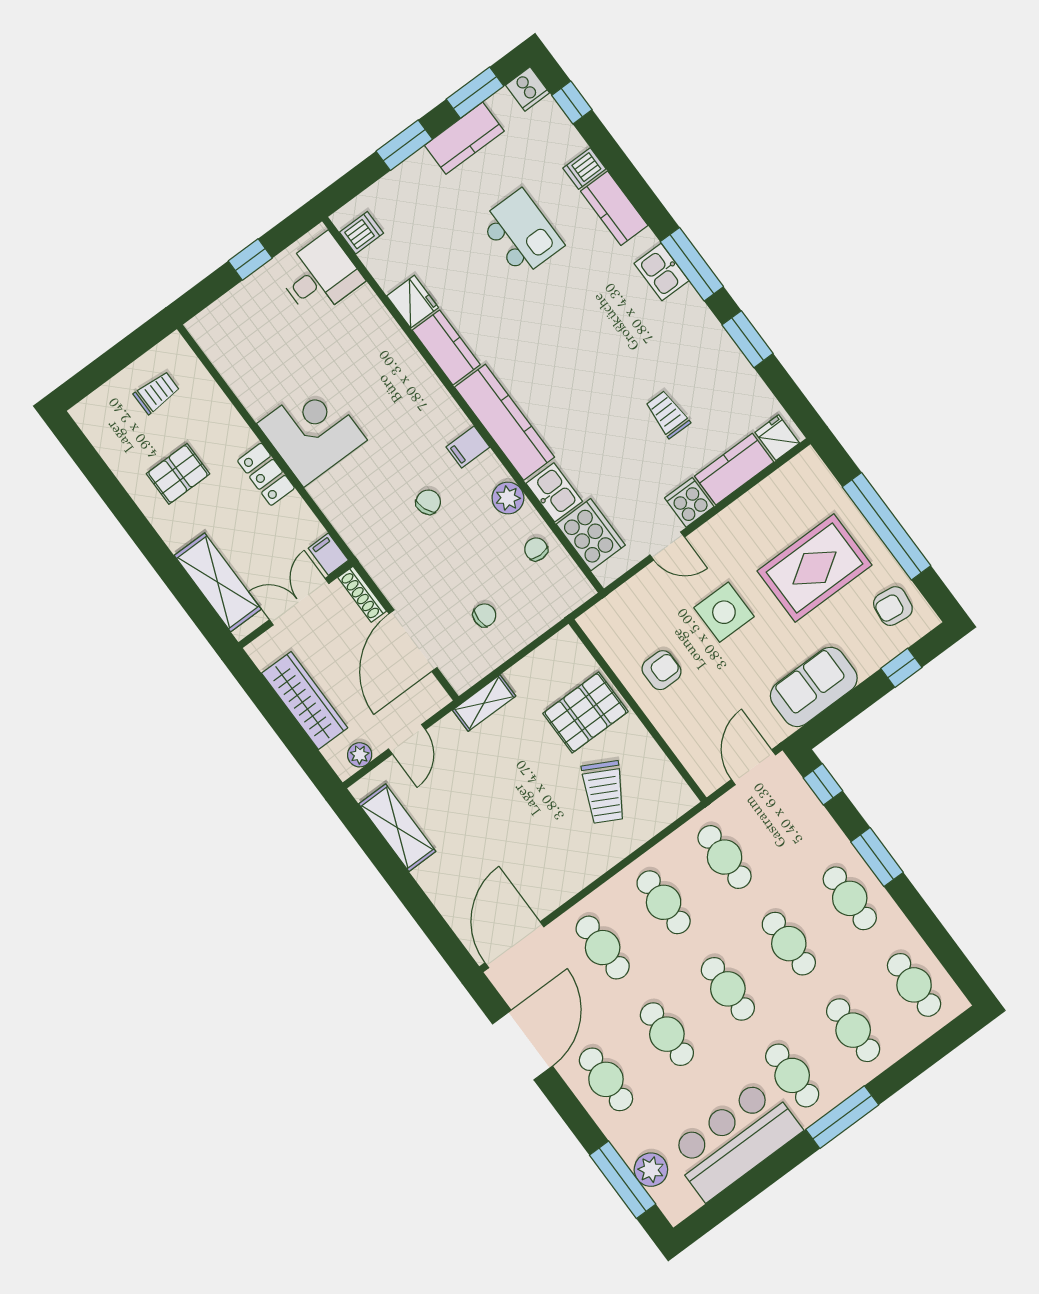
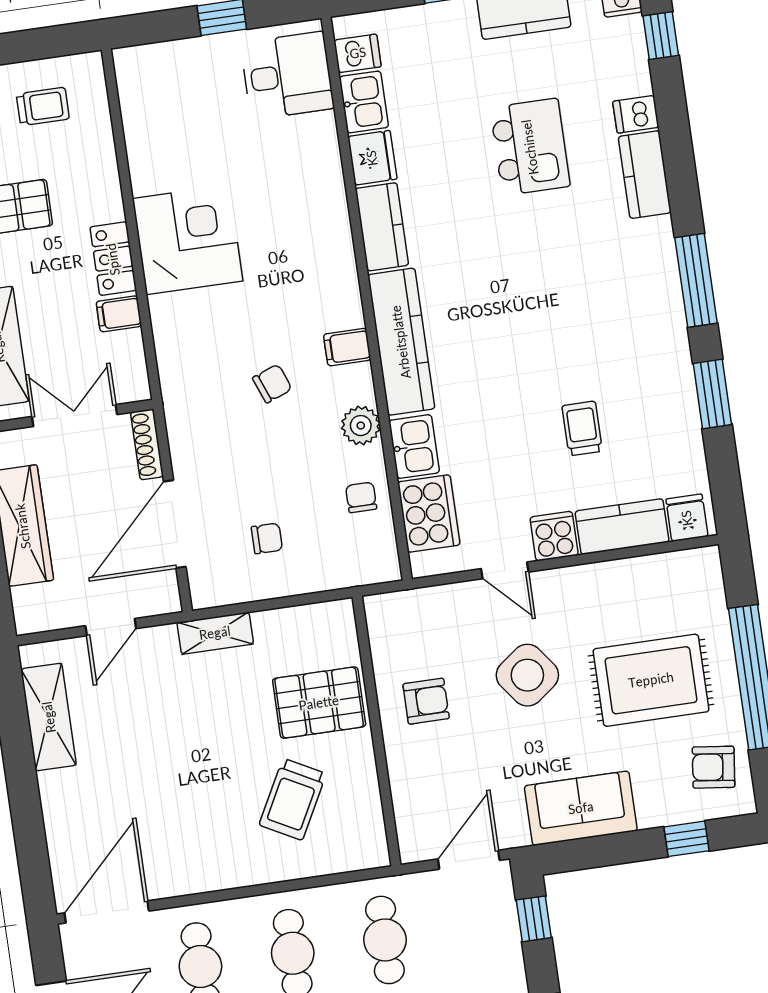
kitchen sink: (662, 272) -> (364, 102), moved, turned 180
filing cabinet: (328, 554) -> (119, 314), moved, turned -90
side table: (724, 612) -> (527, 675), turned -37
plant: (360, 755) -> (50, 616), removed

